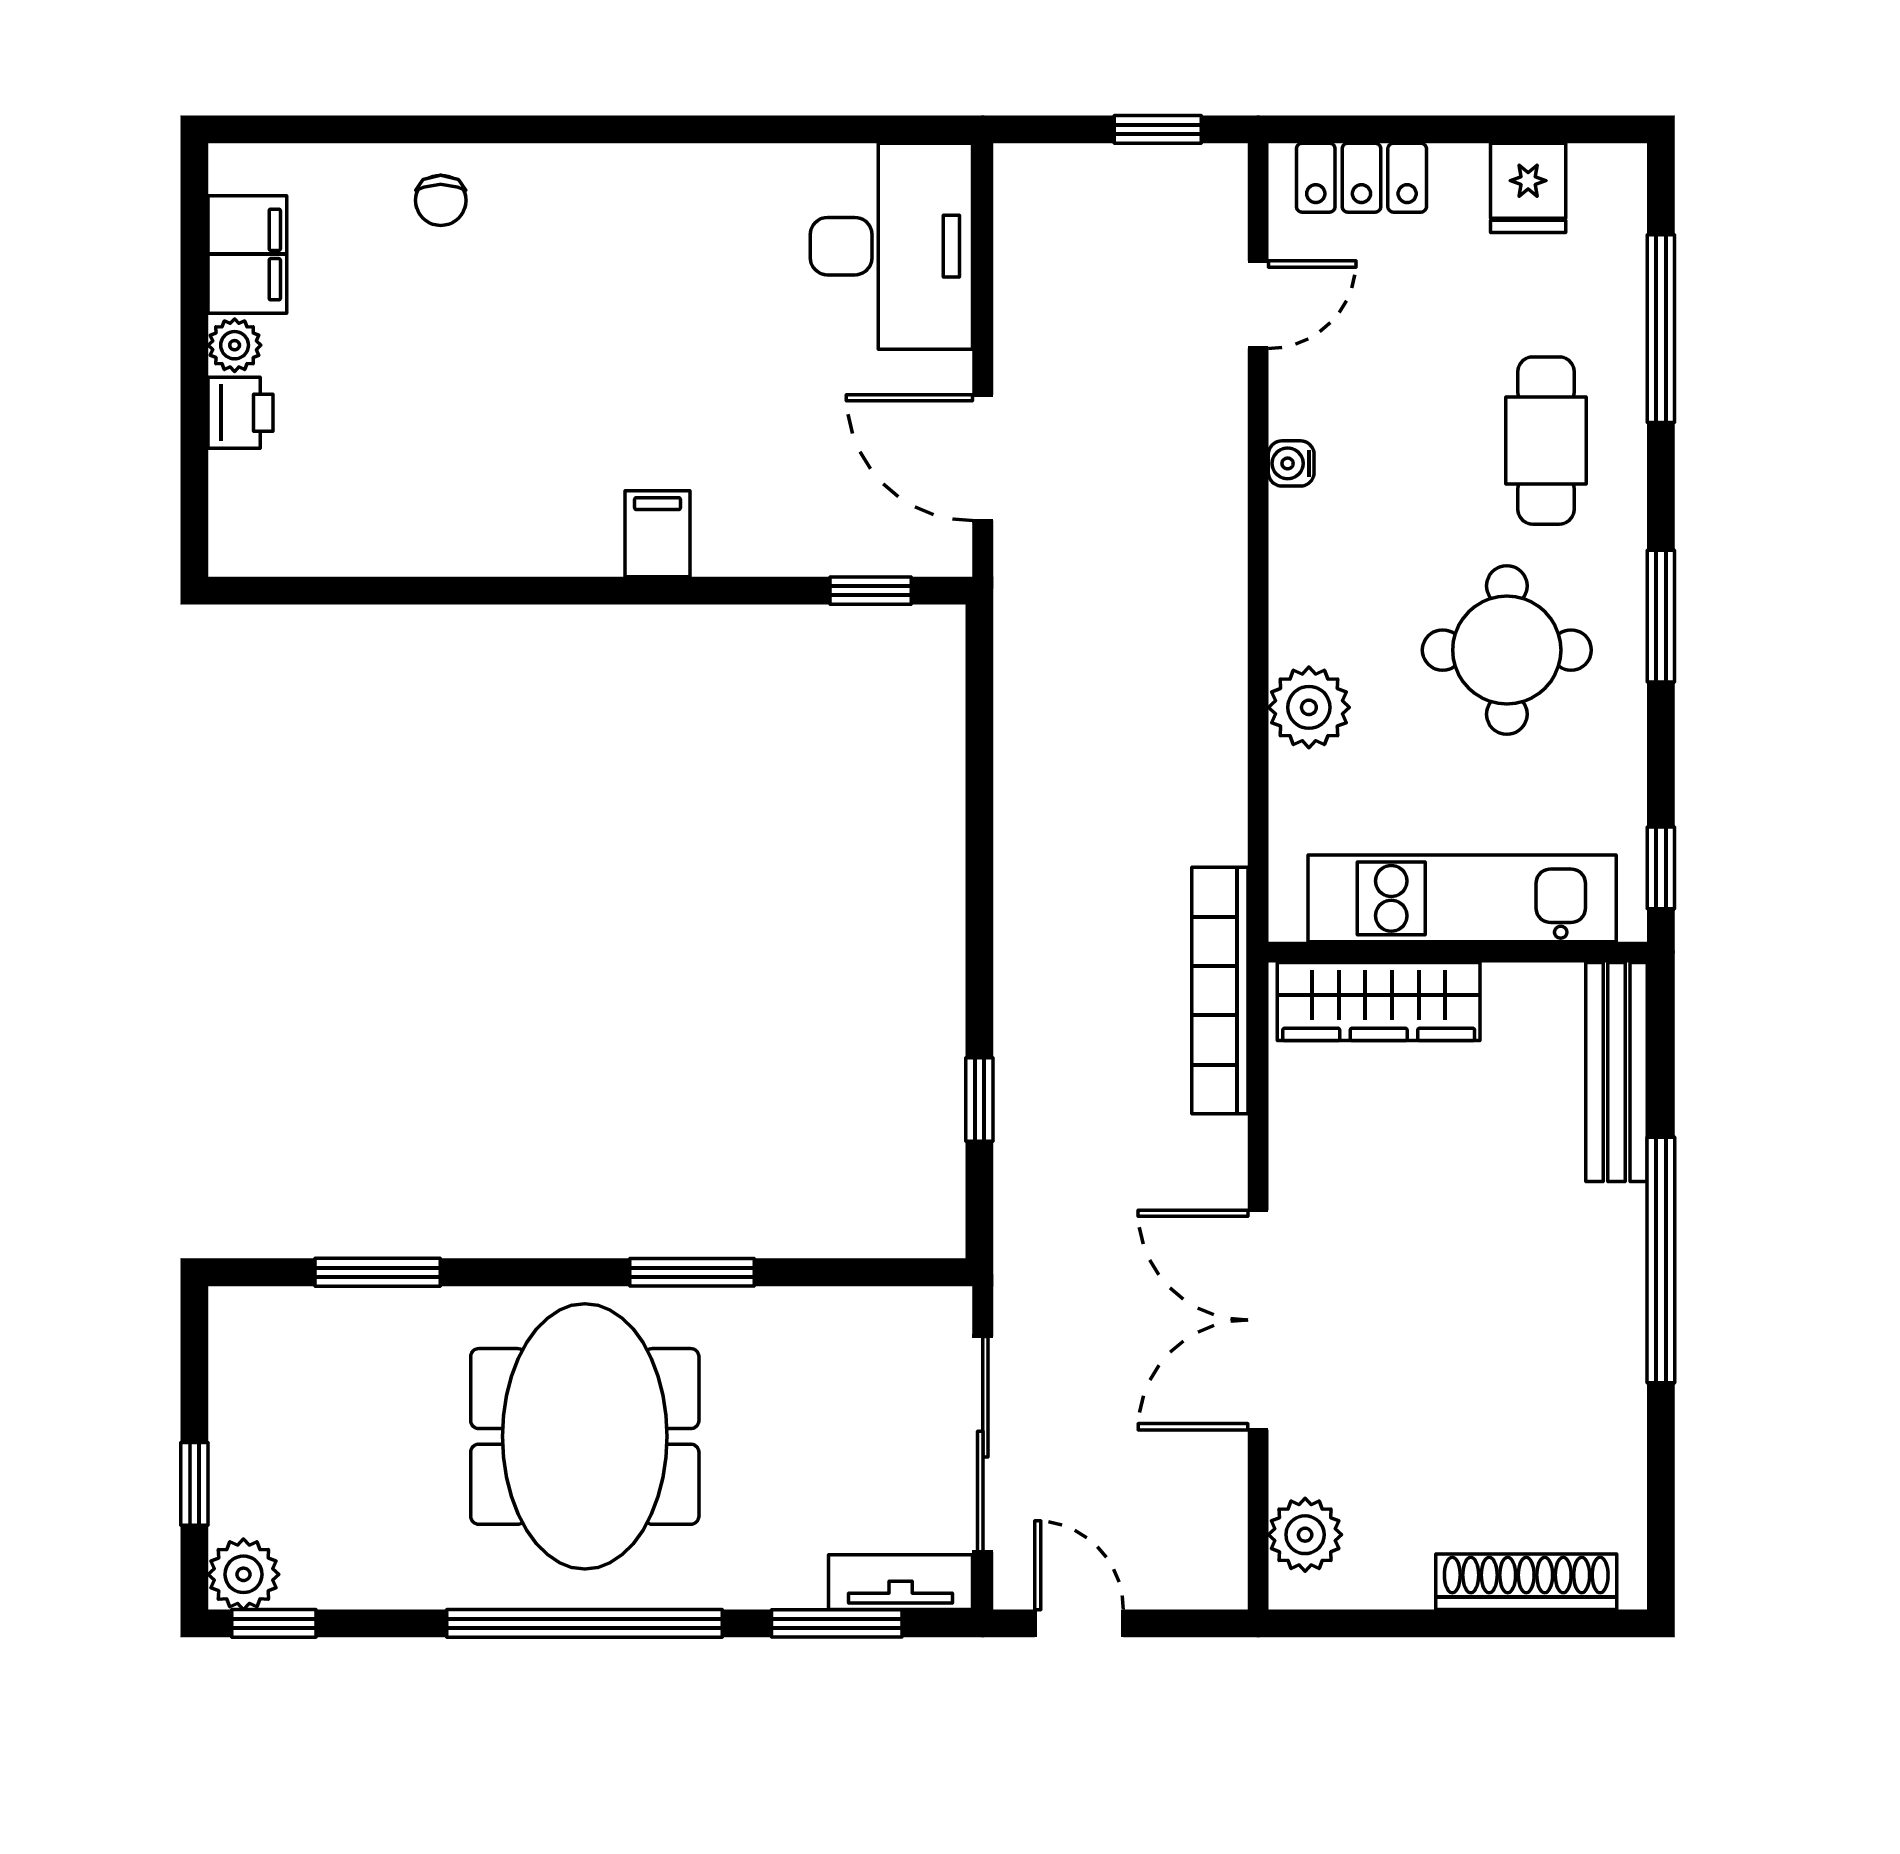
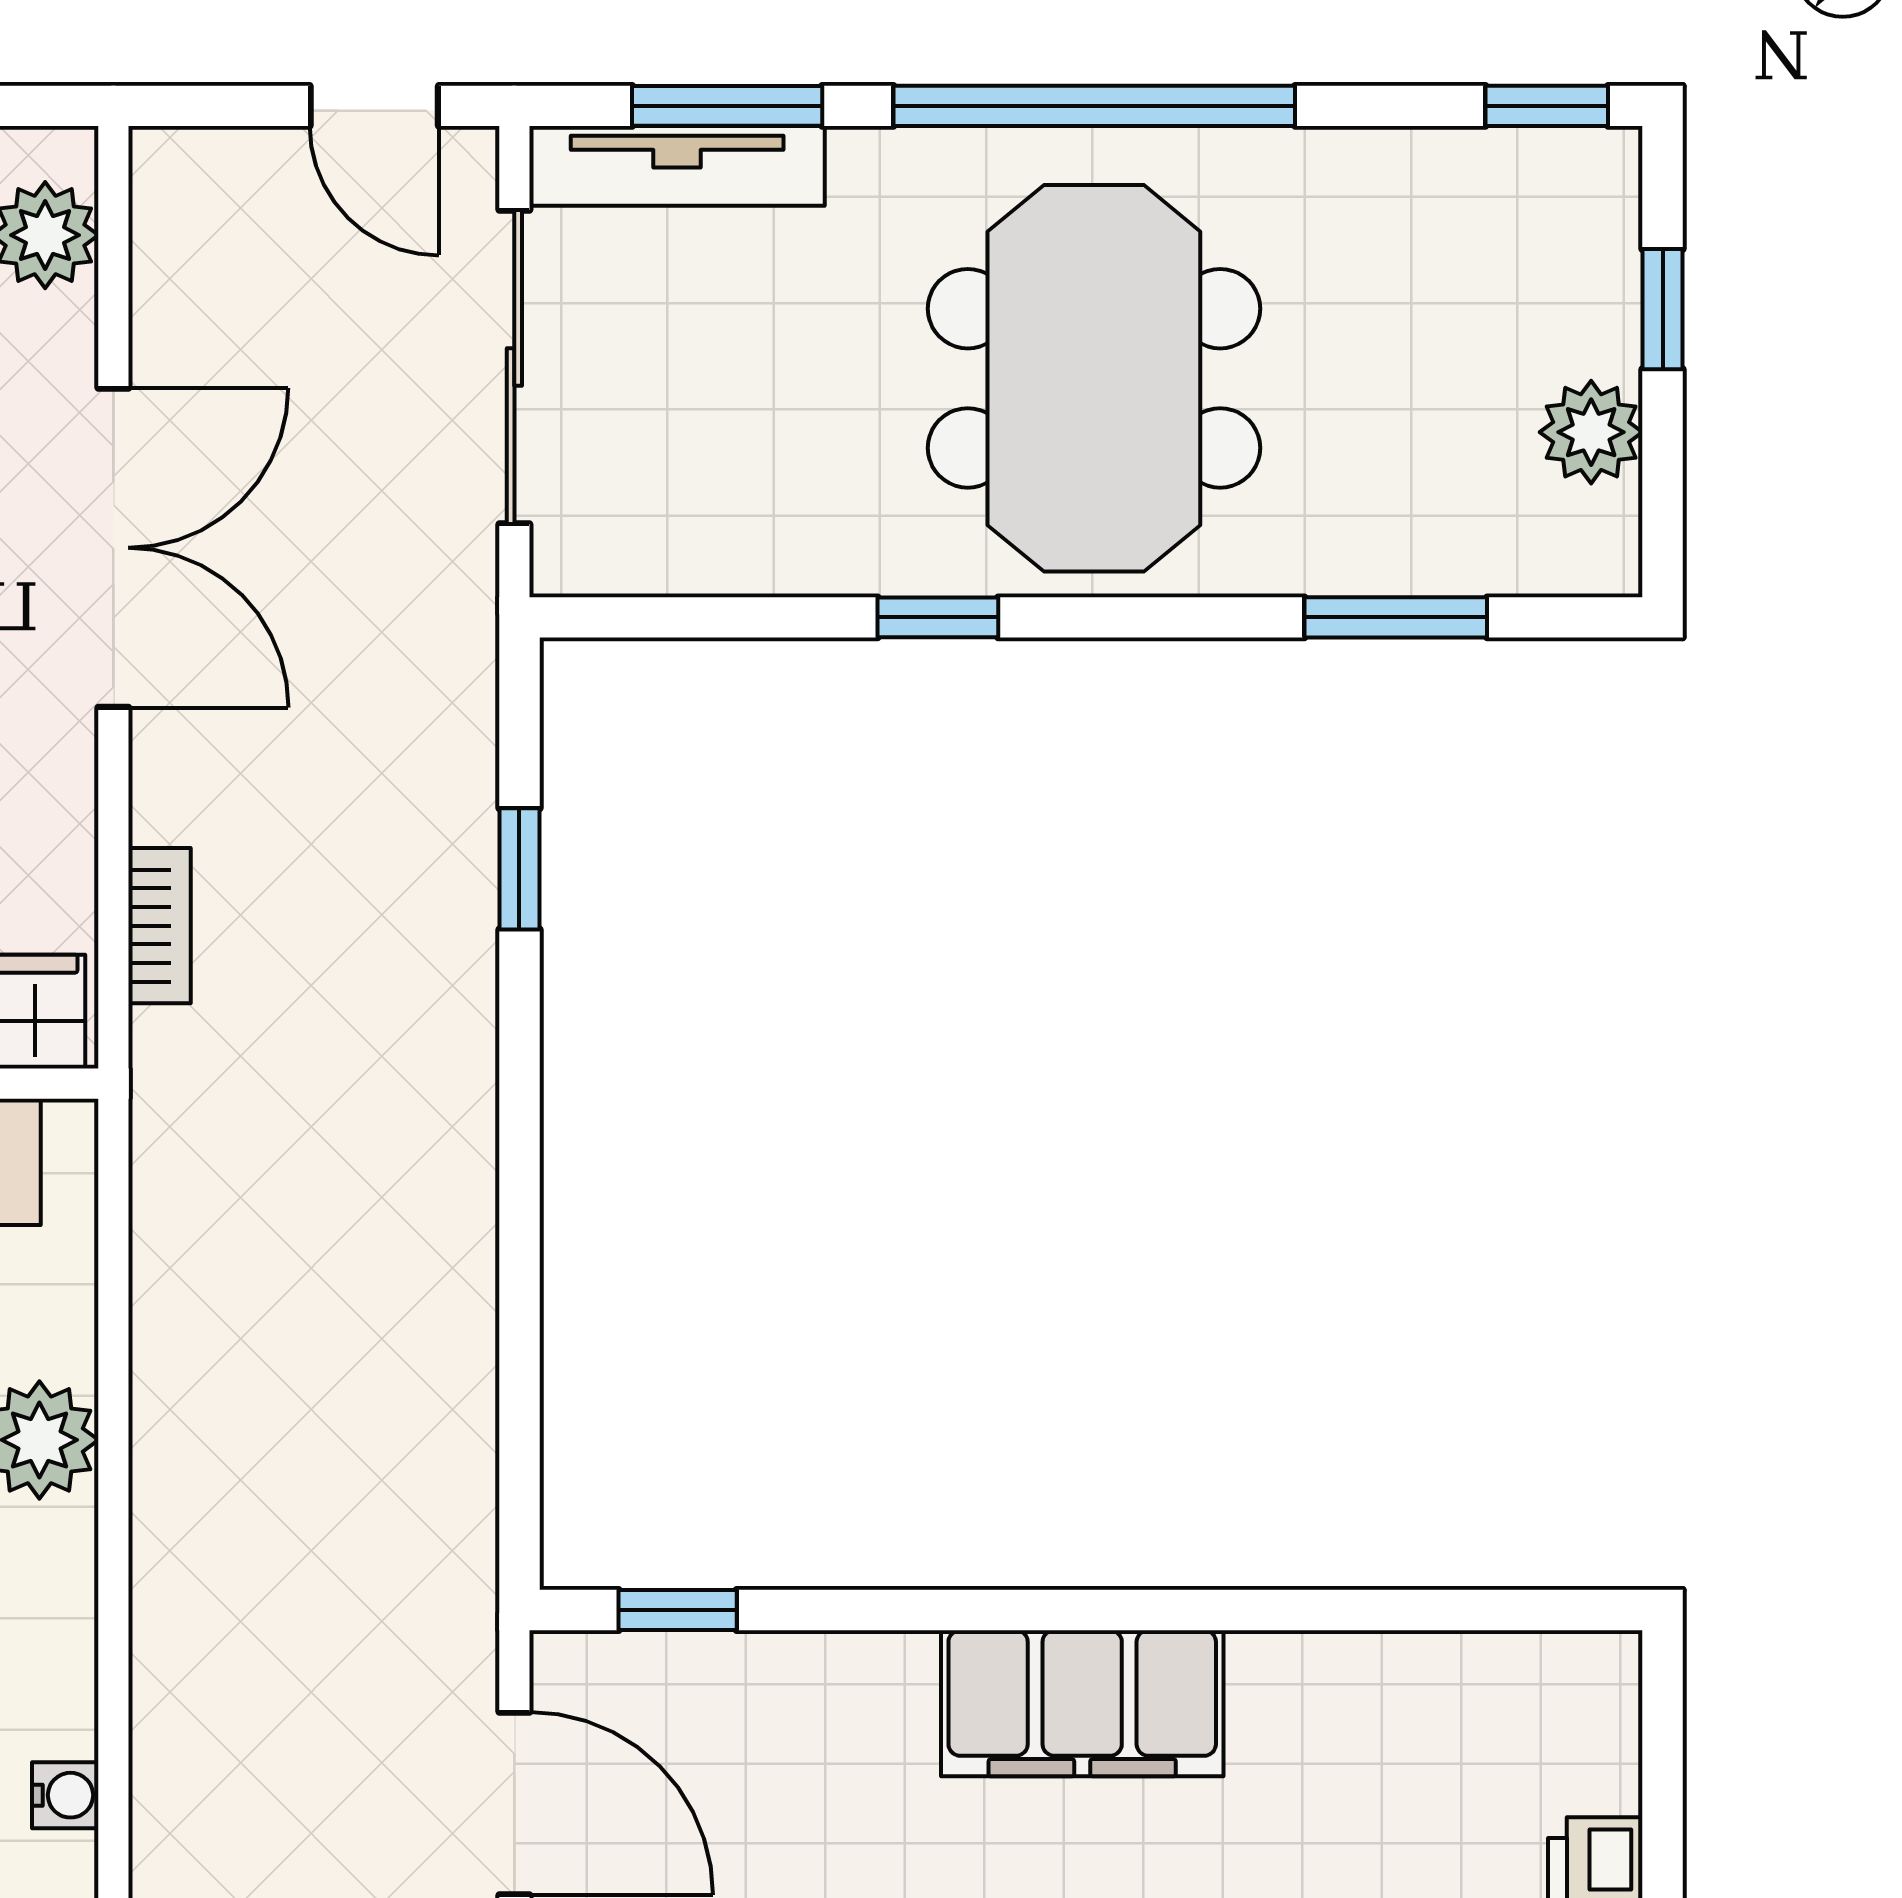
filing cabinet: (658, 534) -> (1082, 1703), width x3.00, depth x1.17
bookcase: (1220, 991) -> (159, 926), width x0.43, depth x0.76
window: (692, 1272) -> (938, 617), width x0.67
plant: (243, 1574) -> (1591, 432), moved
tv unit: (901, 1582) -> (677, 166), width x1.41

